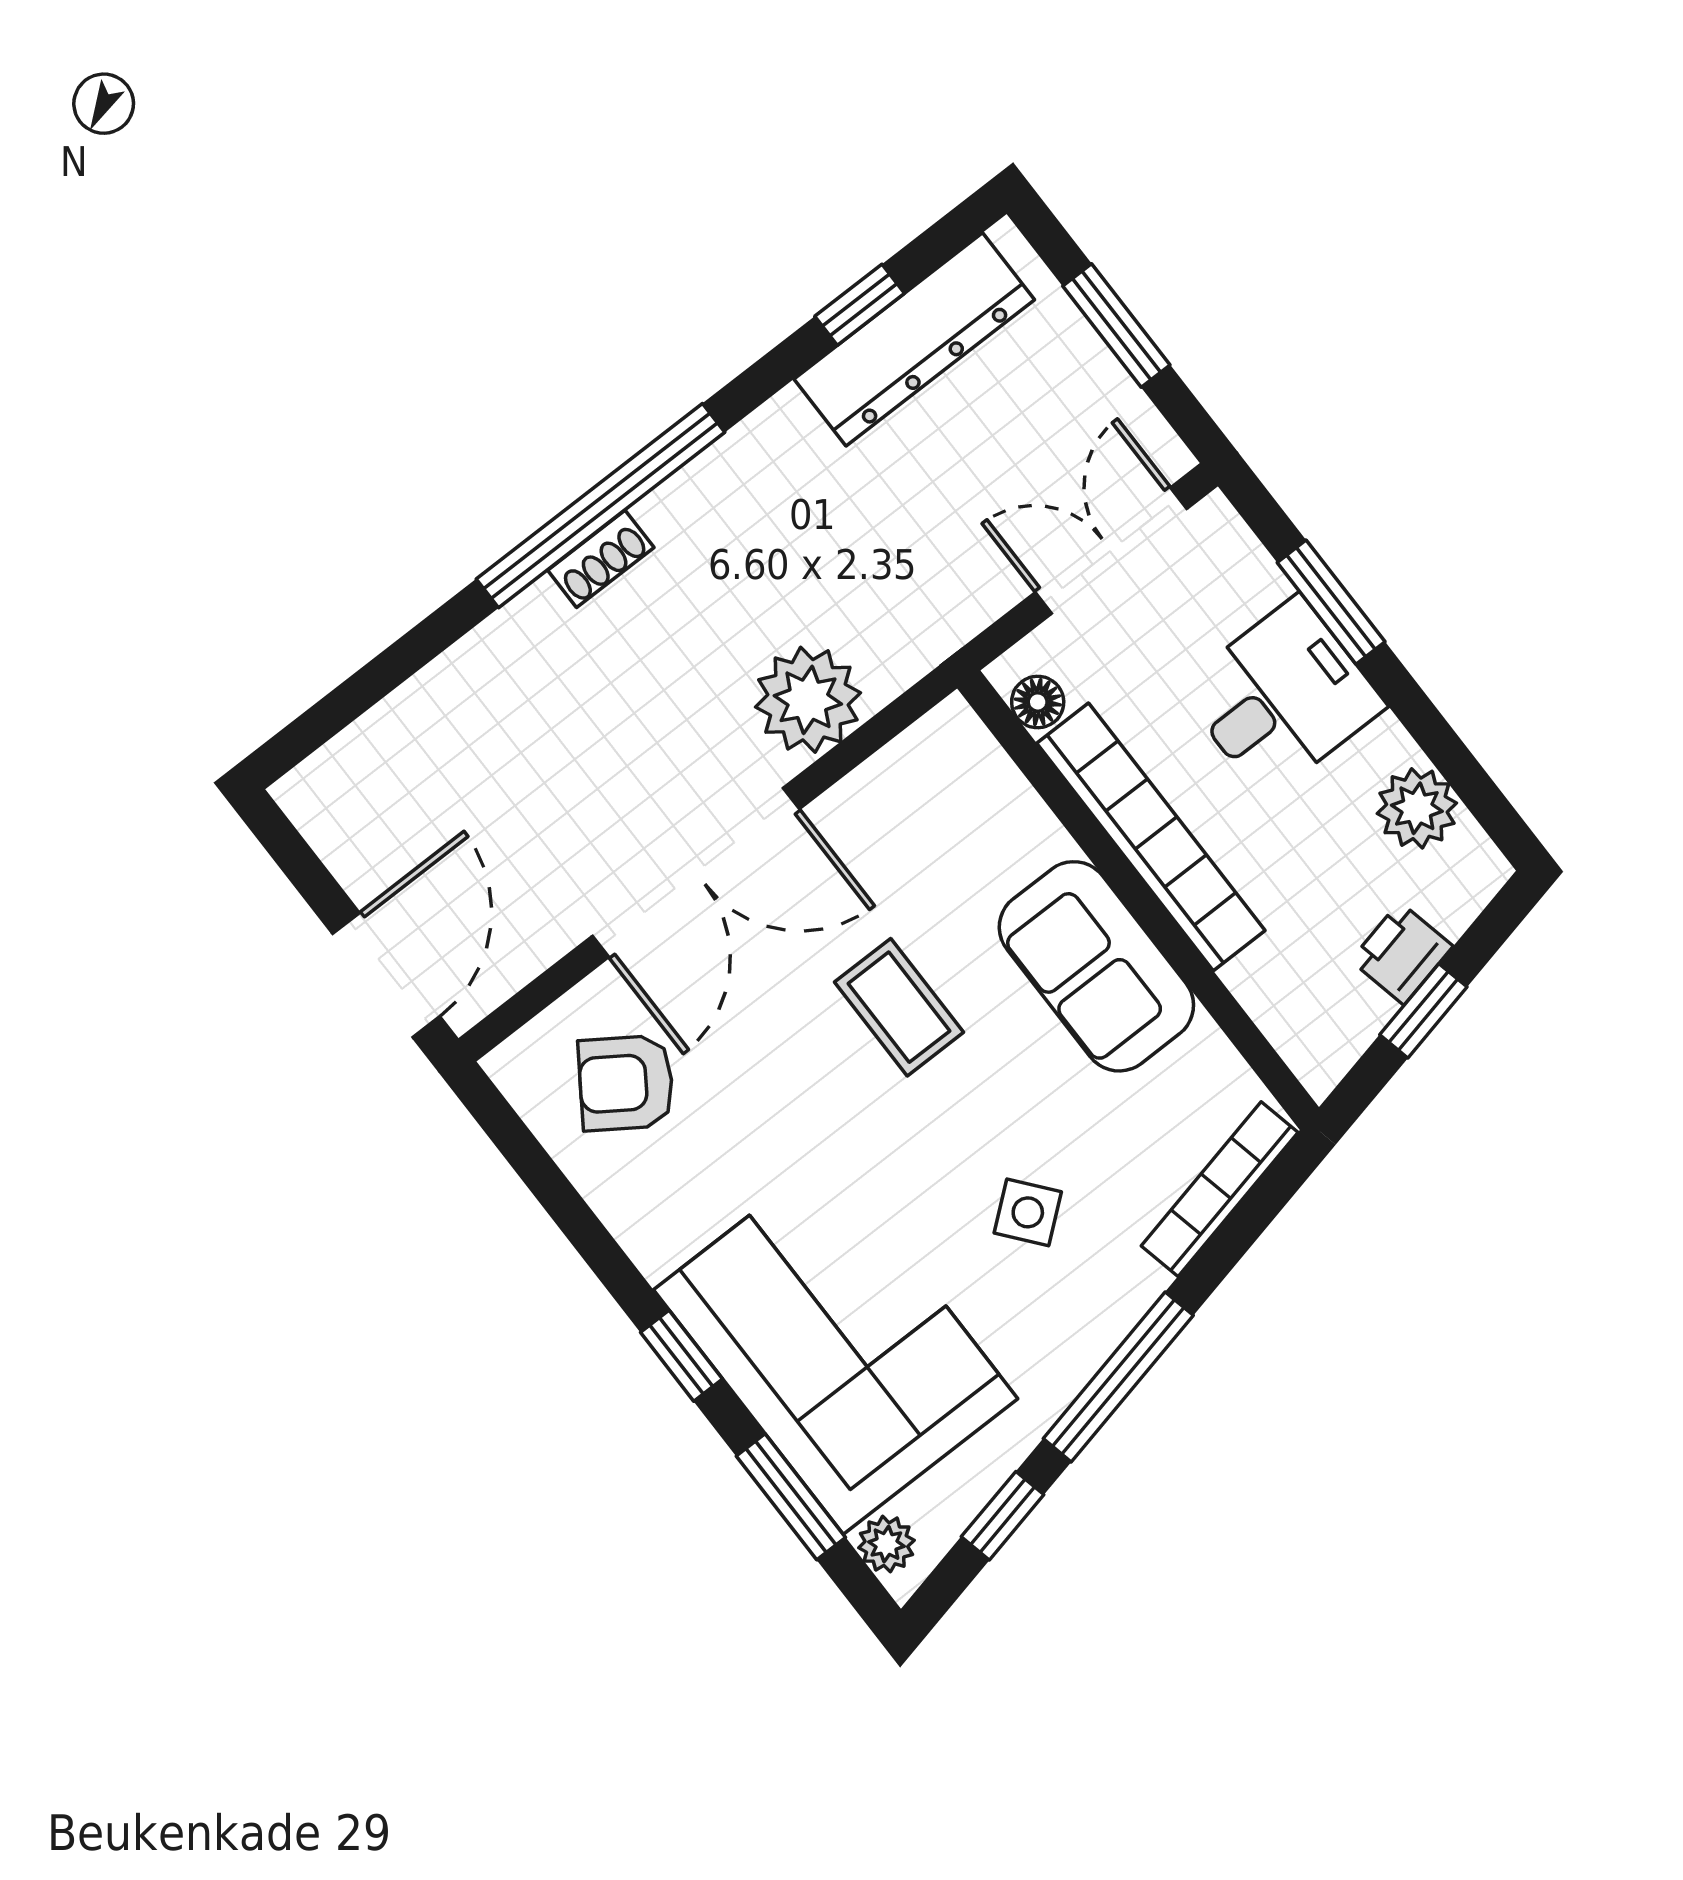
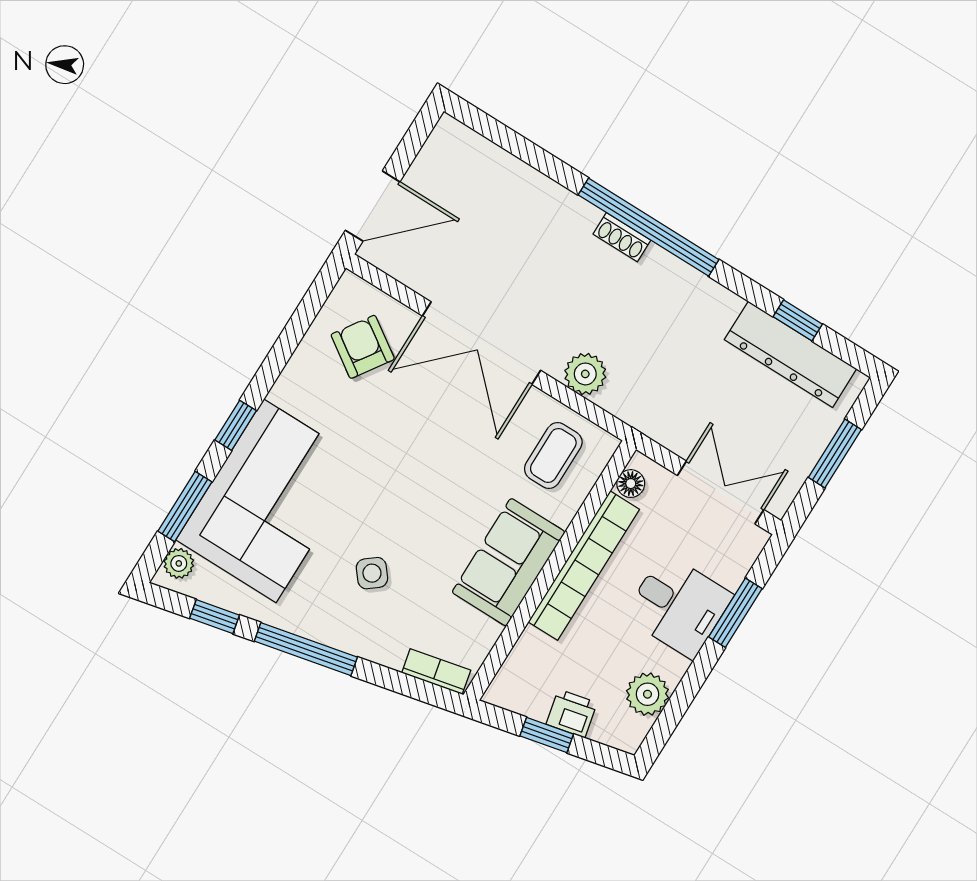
plant: (808, 700) -> (585, 374), width x0.73, depth x0.73
coffee table: (899, 1007) -> (553, 455), moved
bookcase: (1220, 1189) -> (436, 671), width x0.64

